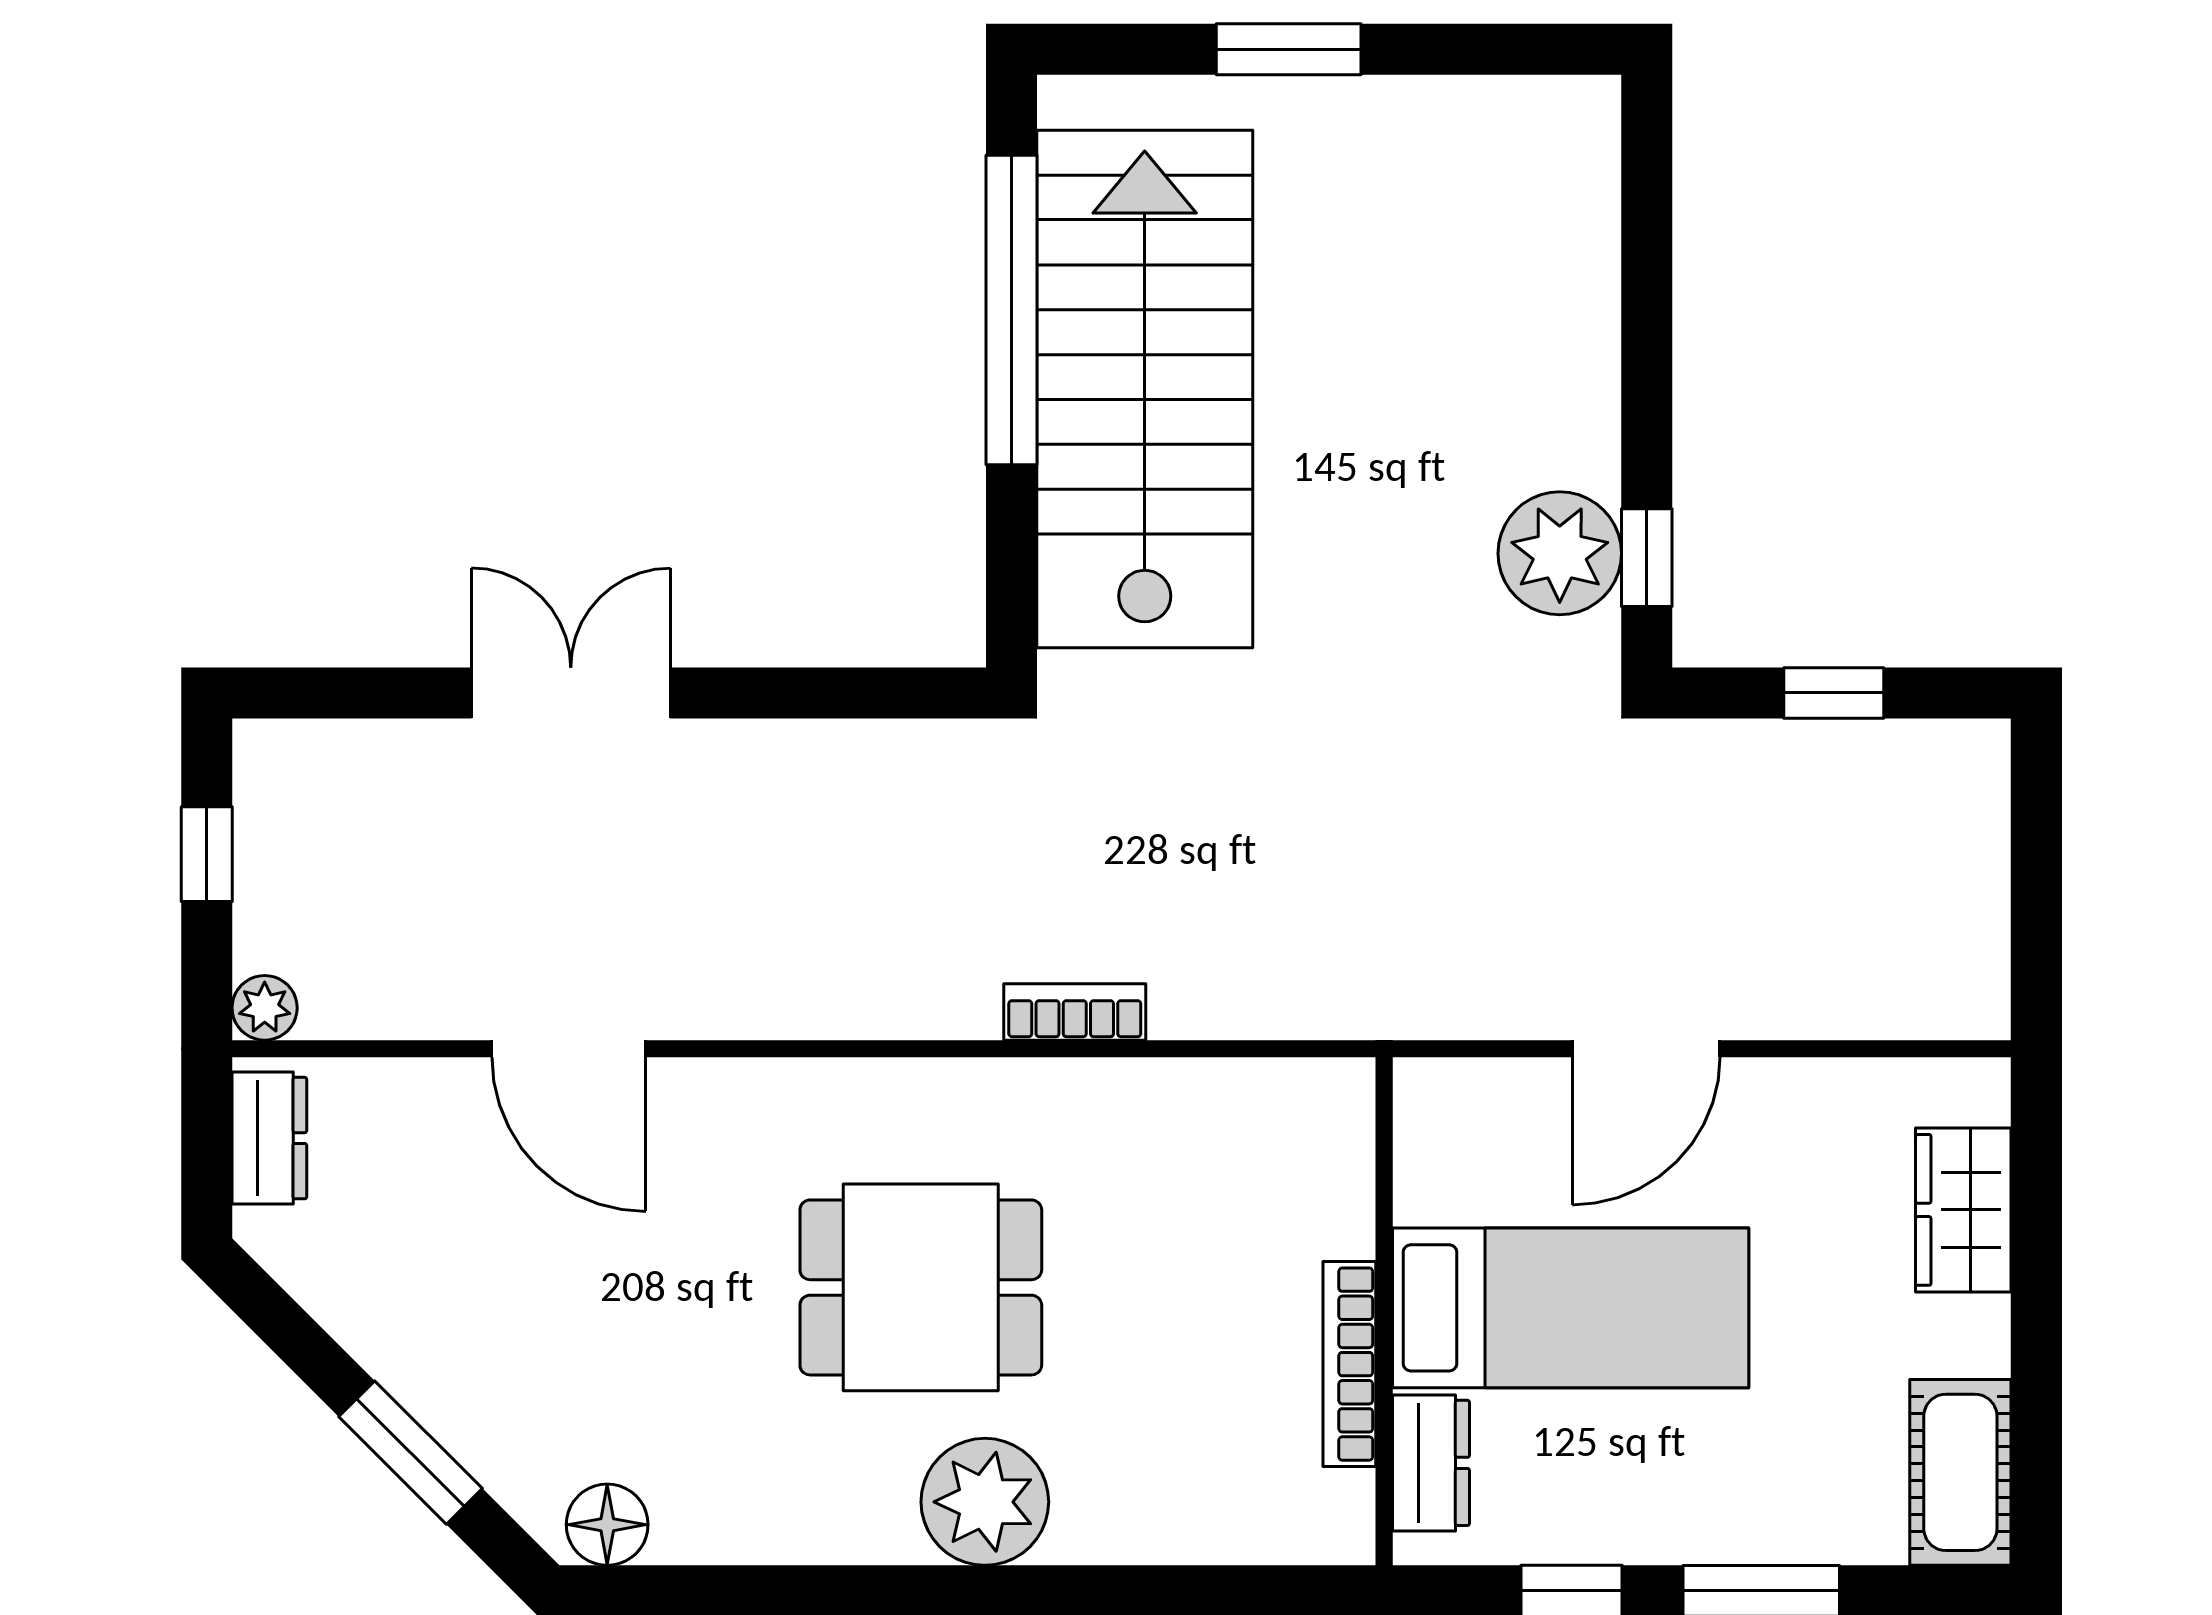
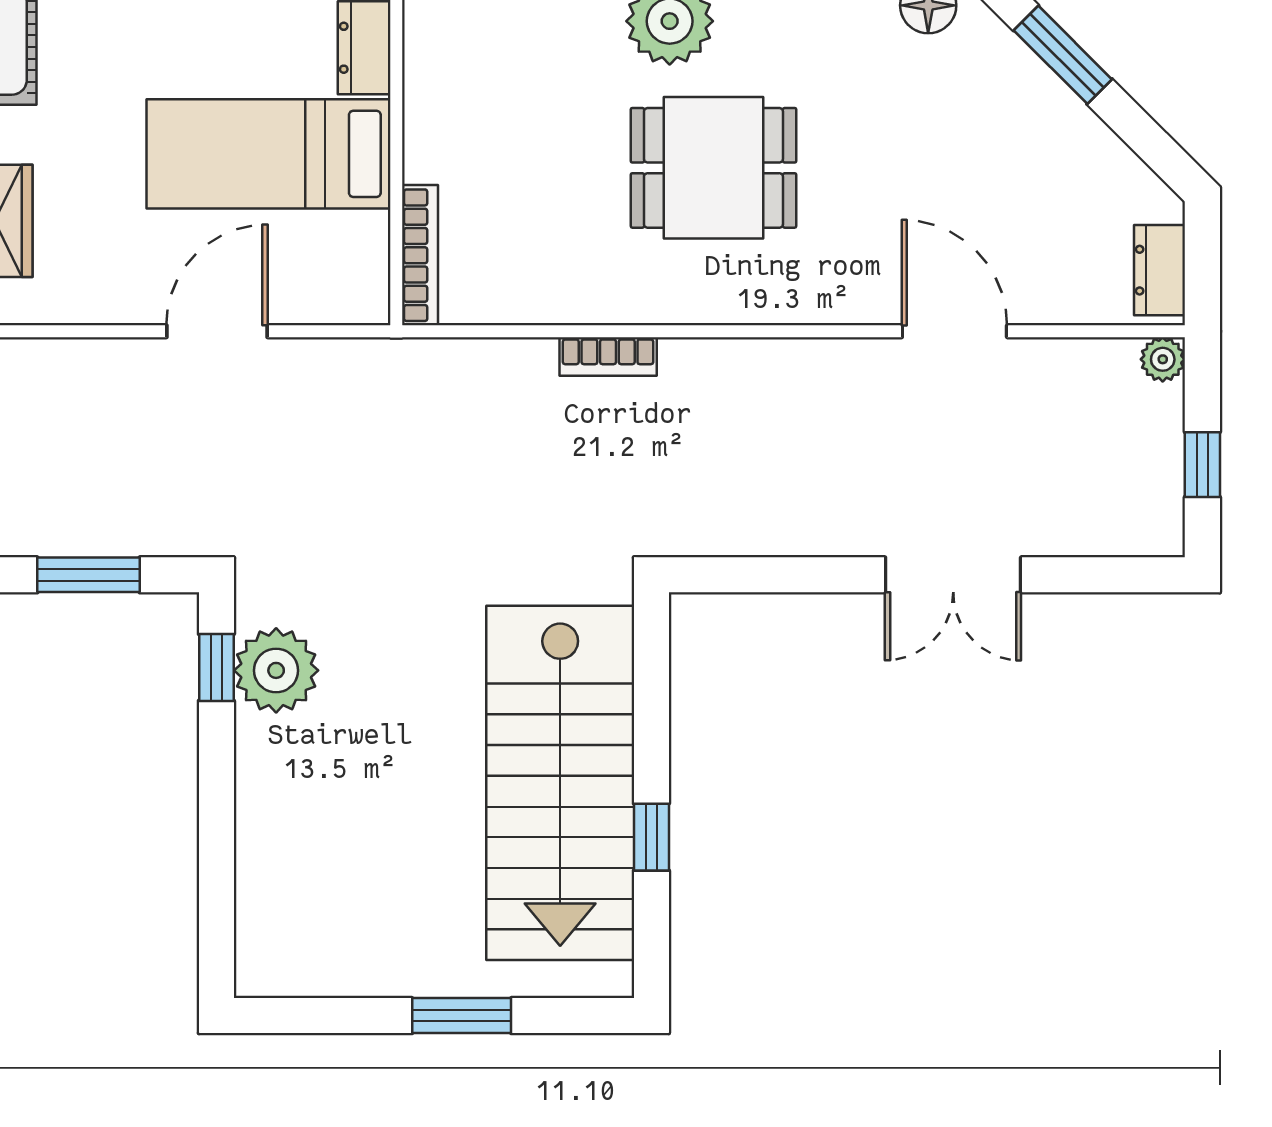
window: (1011, 310) -> (651, 837), width x0.32
window: (1834, 693) -> (88, 575), width x1.50
bookcase: (1349, 1364) -> (420, 255), moved

